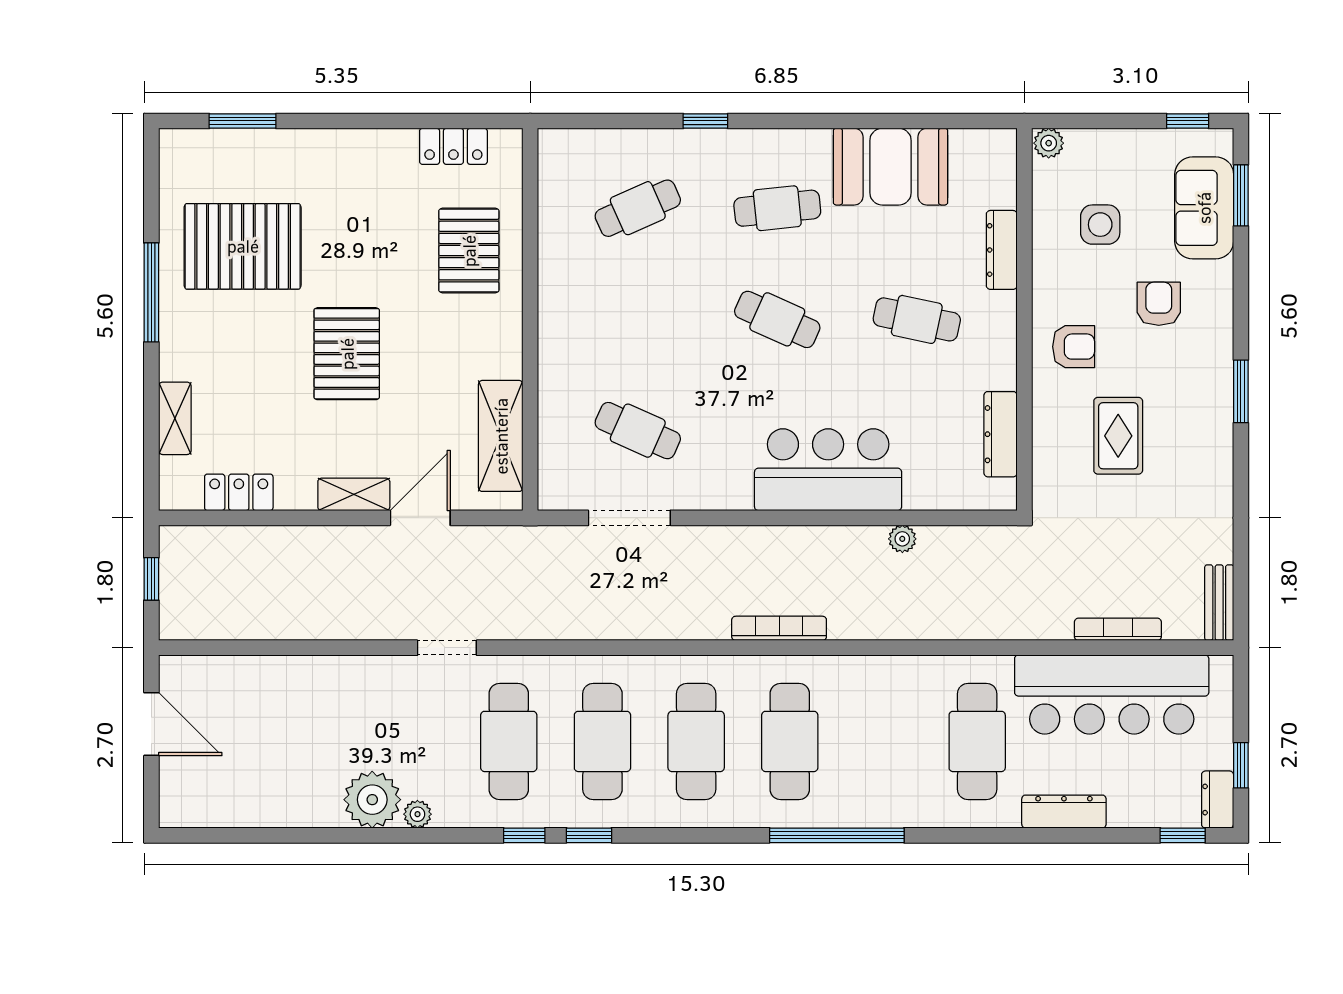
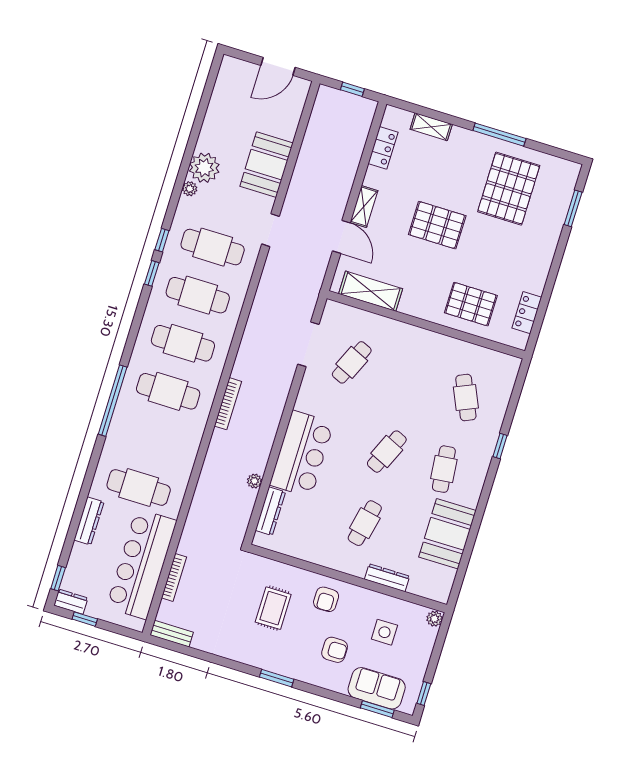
dresser: (1000, 434) -> (270, 511), moved, turned 90
rug: (1118, 436) -> (273, 608), turned 90
booth: (333, 691) -> (267, 165), added

